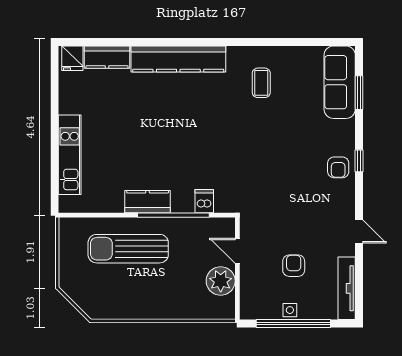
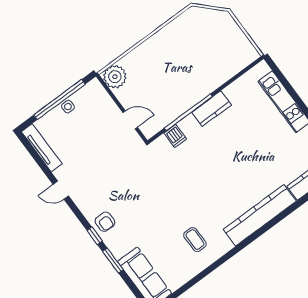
window: (359, 93) -> (113, 260), moved
armchair: (338, 167) -> (105, 222), turned 180
sun lounger: (128, 249) -> (202, 69), removed
armchair: (294, 266) -> (87, 137), removed
plant: (221, 281) -> (115, 77), moved

